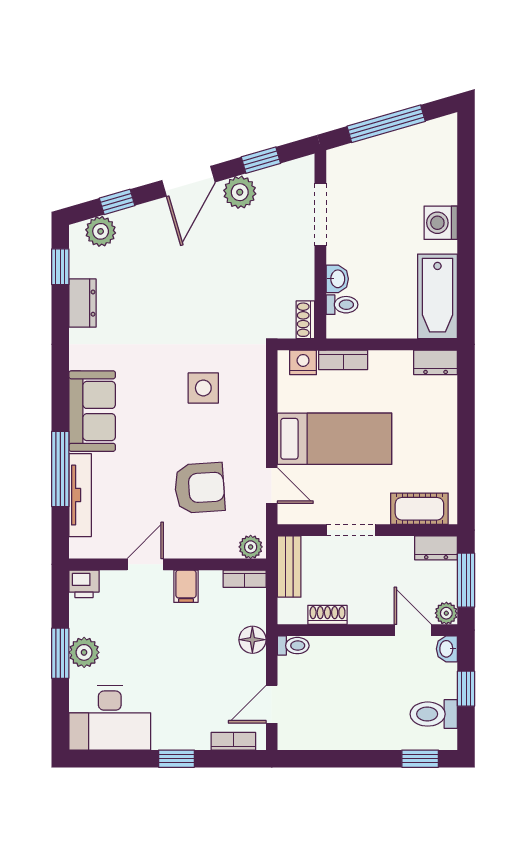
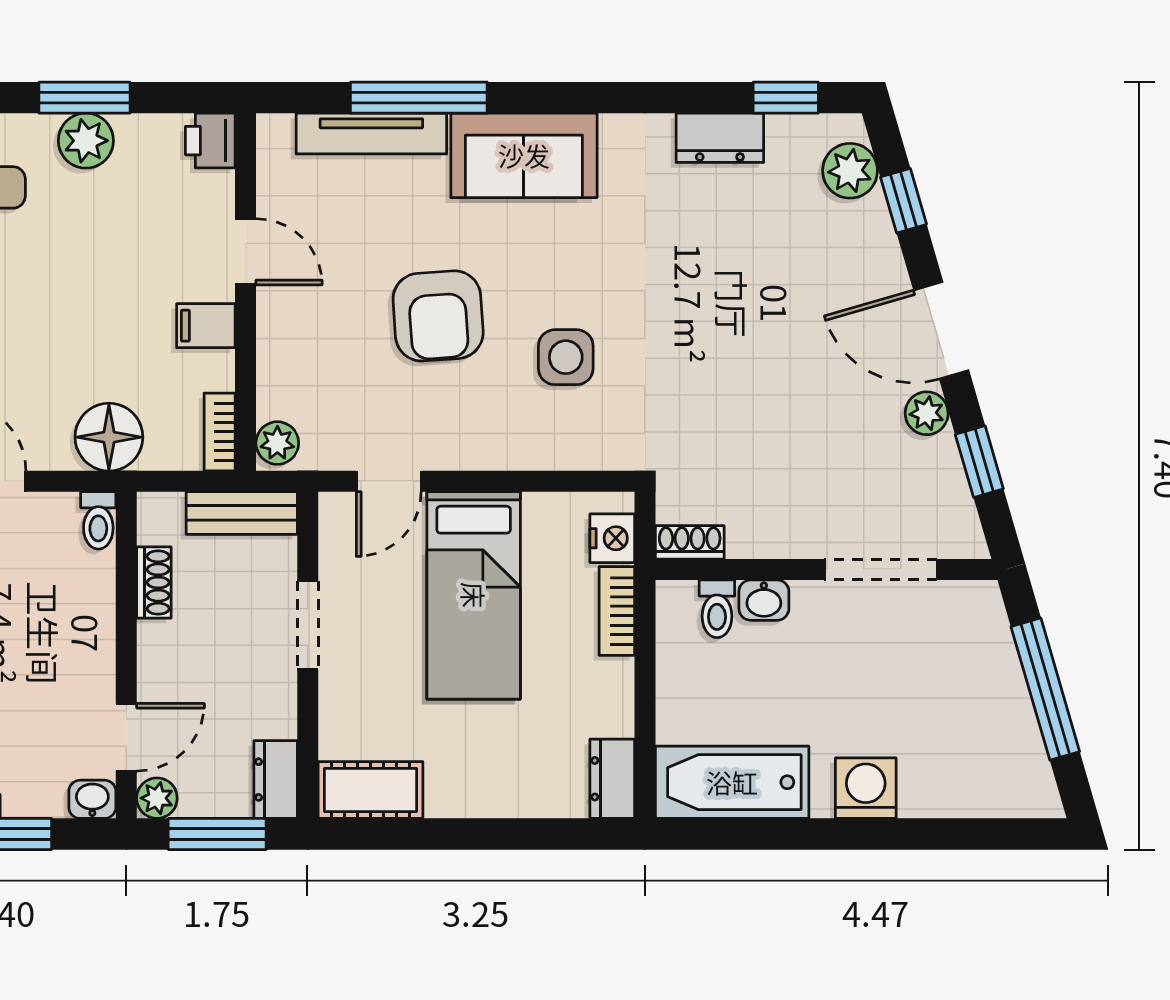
plant: (240, 192) -> (927, 413), width x0.73, depth x0.73
armchair: (200, 488) -> (438, 316), moved
cot: (419, 509) -> (371, 790), moved, turned 90
floor lamp: (252, 640) -> (109, 437), width x1.38, depth x1.38

